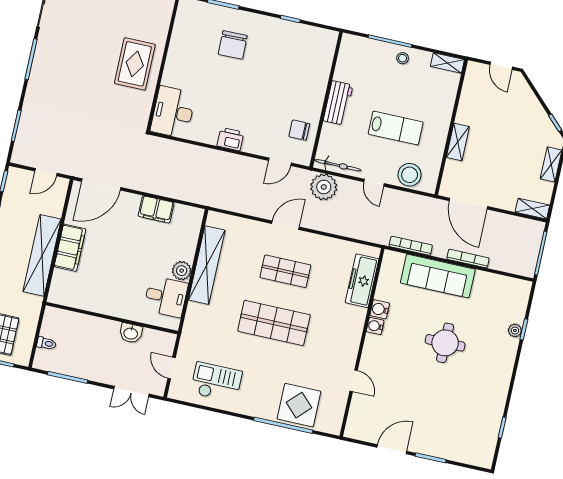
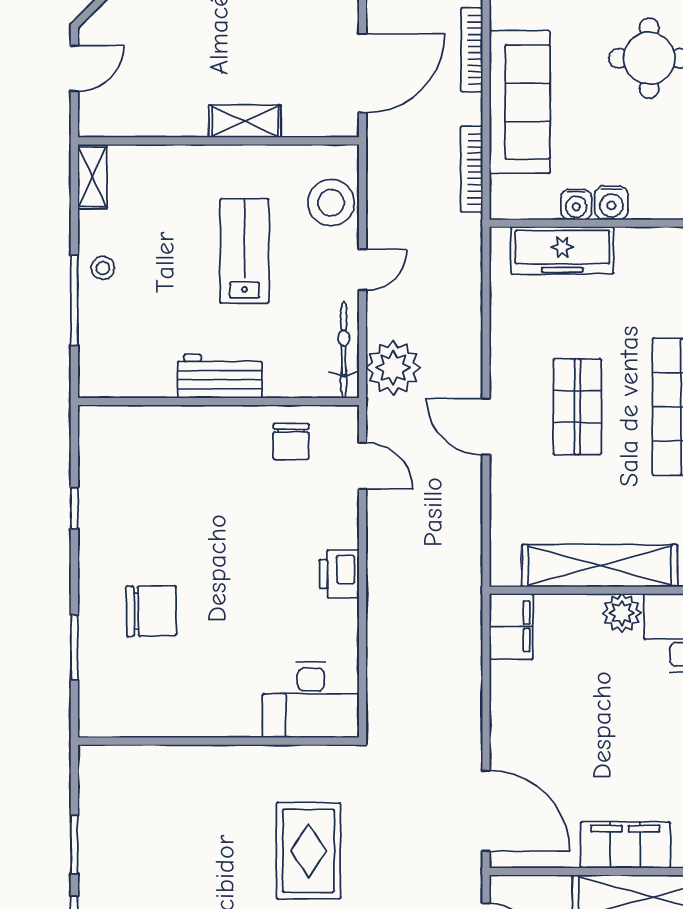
rug: (135, 64) -> (309, 851), moved, turned 90
filing cabinet: (156, 209) -> (511, 626), moved
water cooler: (375, 326) -> (576, 204), moved

